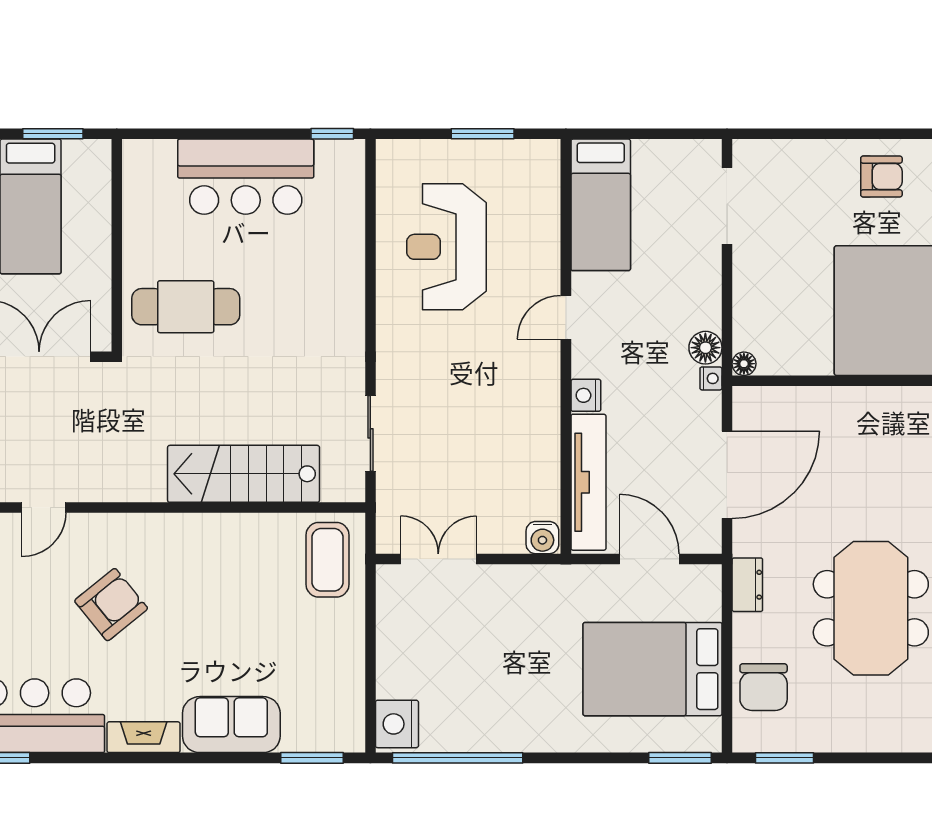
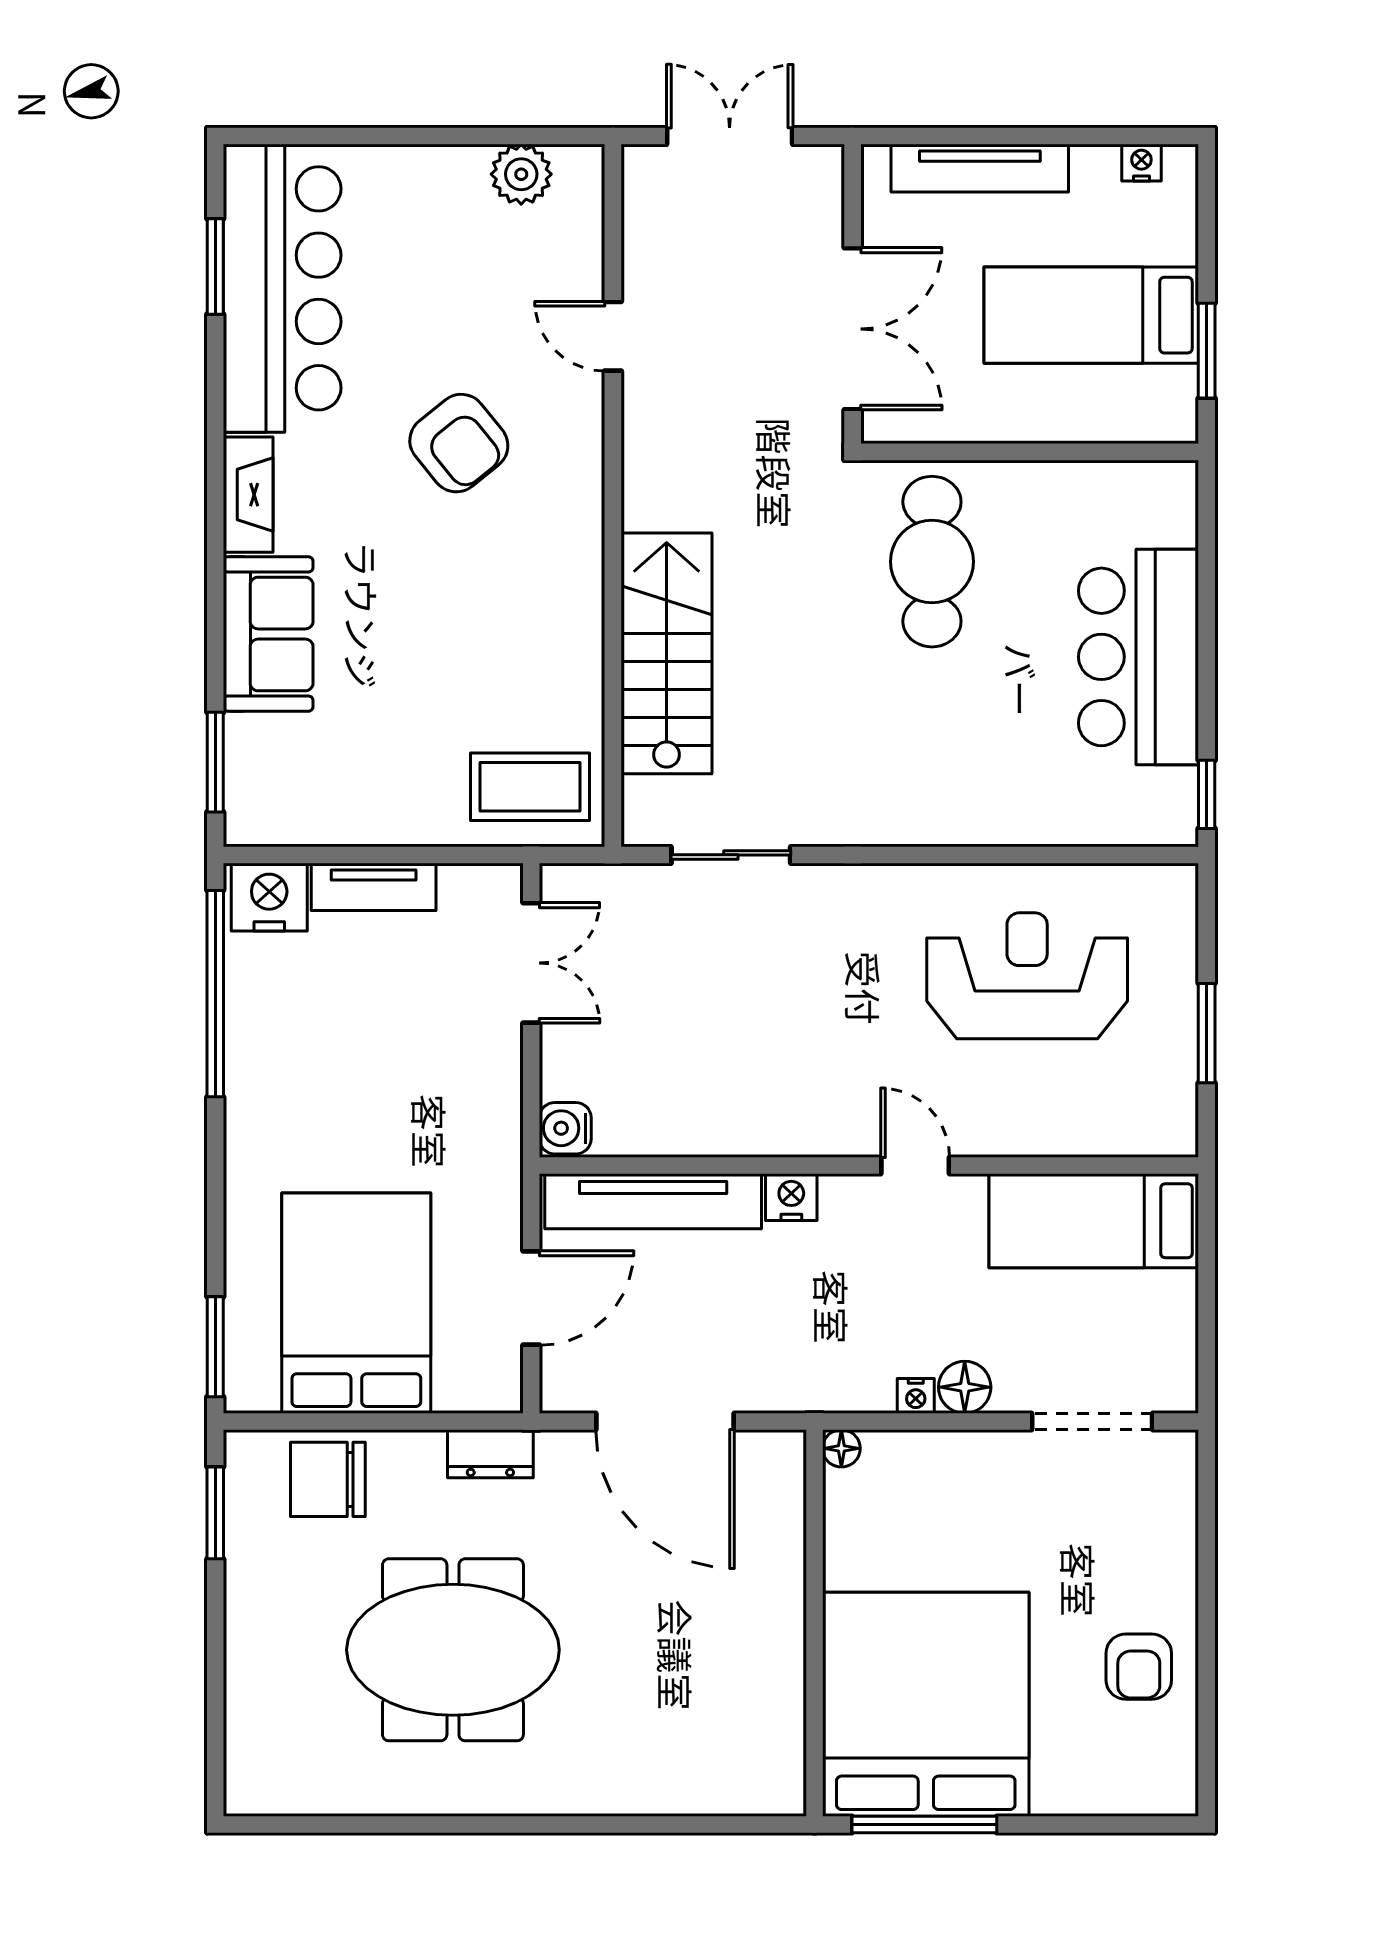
floor lamp: (705, 348) -> (965, 1387), moved
nightstand: (711, 378) -> (916, 1396), moved
tv unit: (391, 658) -> (374, 887), added

